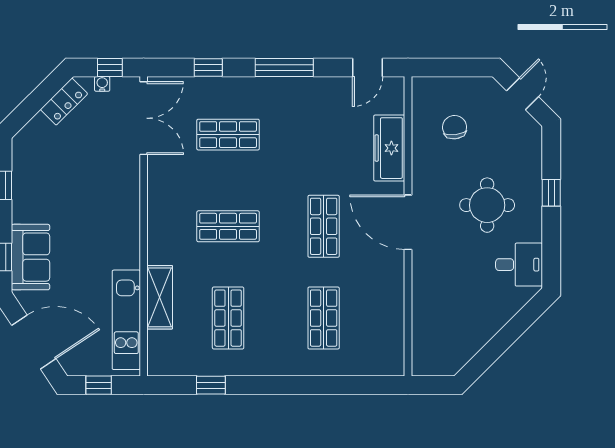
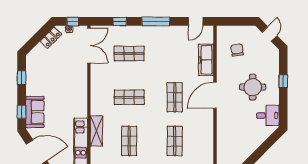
door: (408, 222) -> (215, 95), hinge flipped

